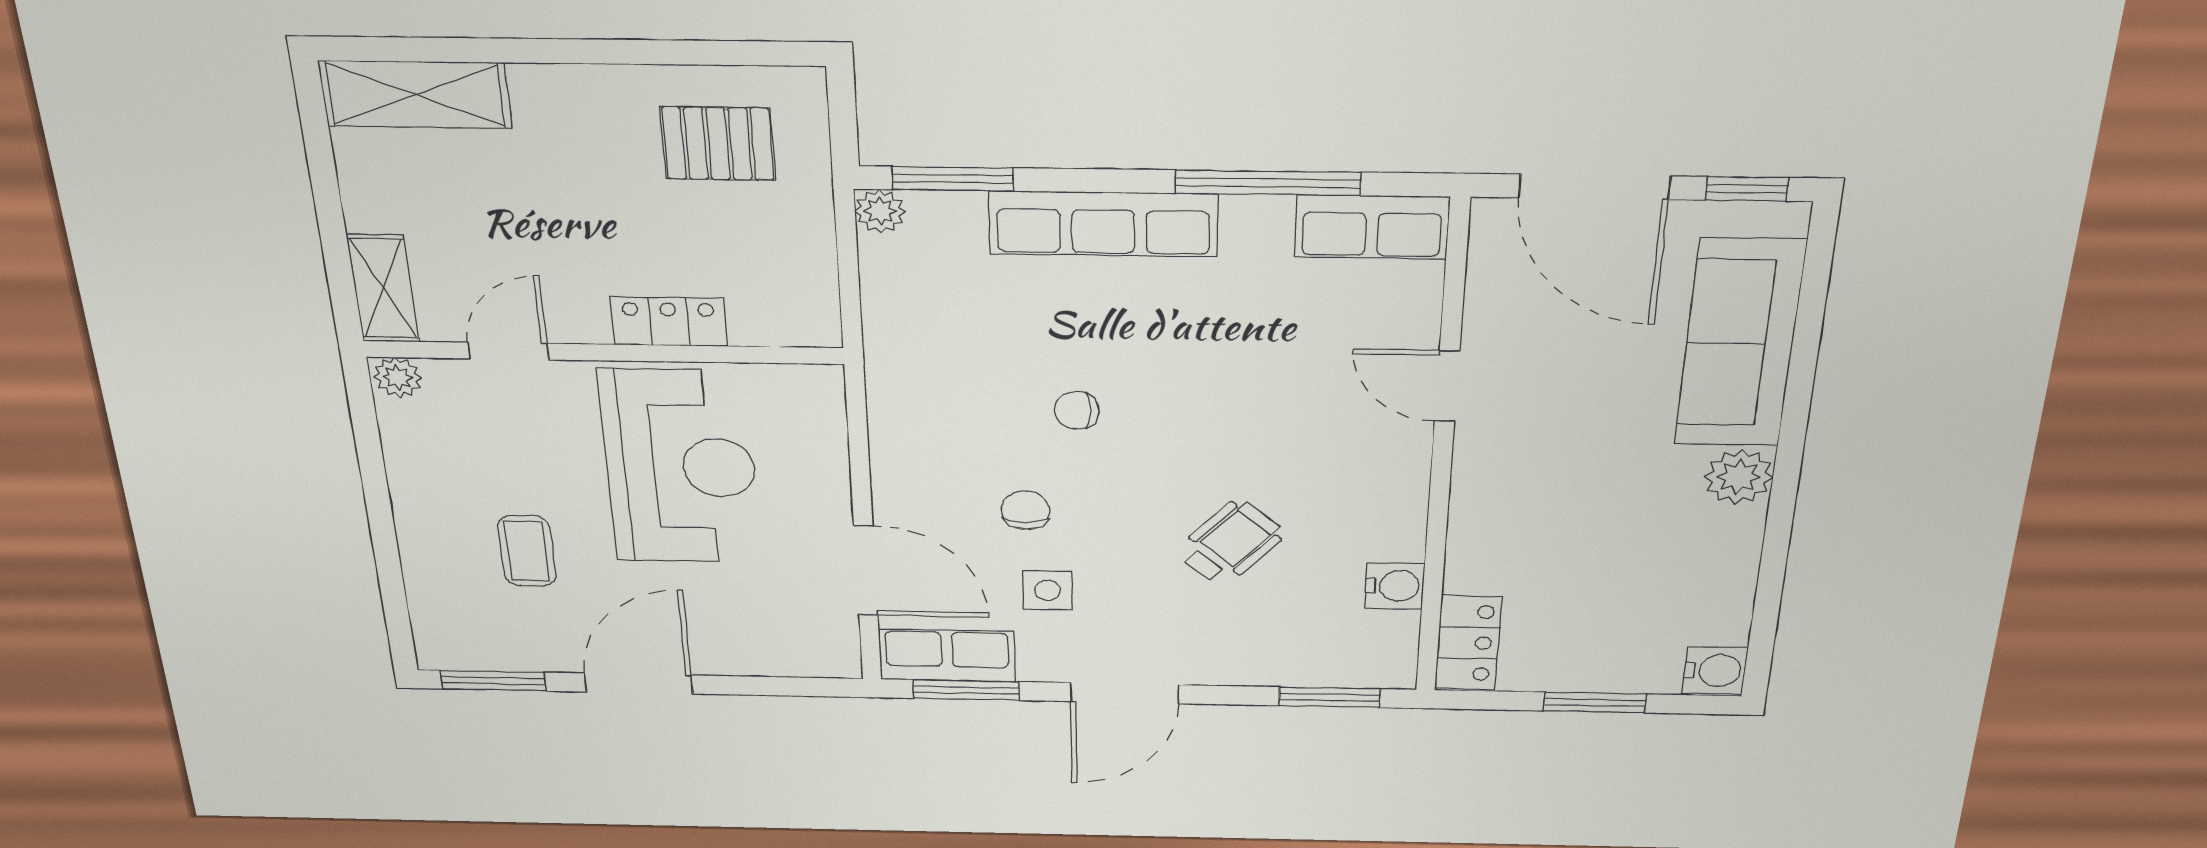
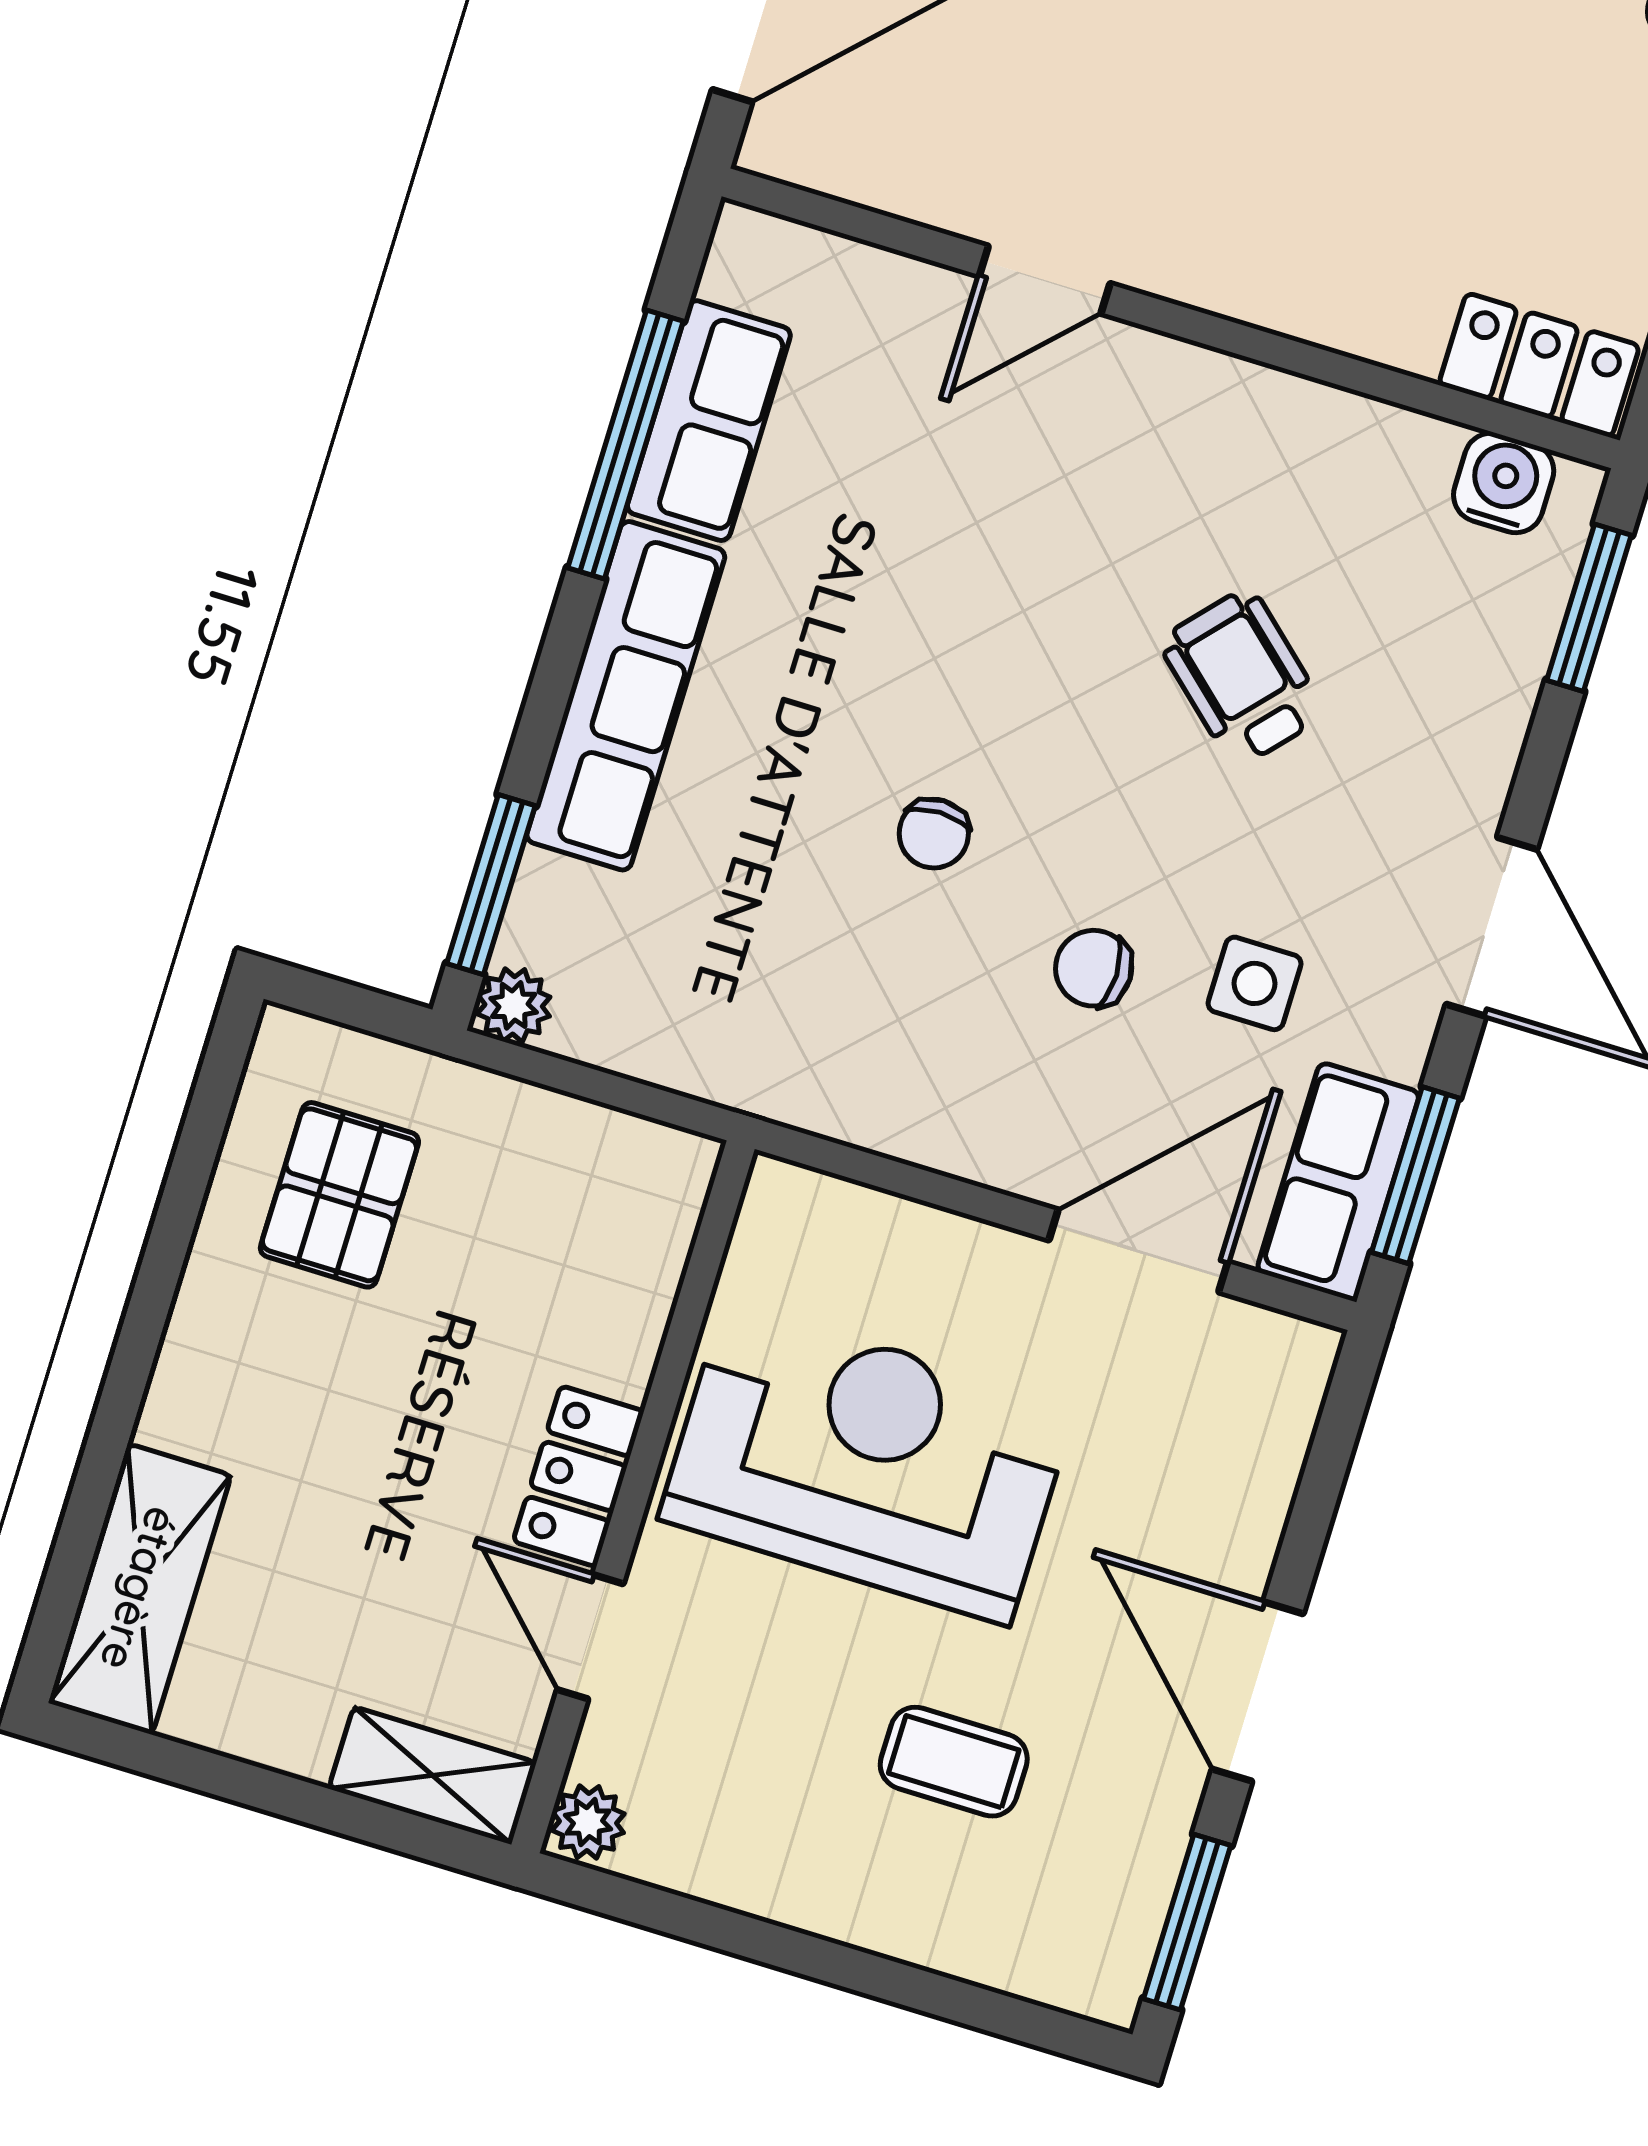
row of seats: (1372, 227) -> (709, 421), moved
locker: (669, 322) -> (579, 1476), moved
water cooler: (1395, 586) -> (1504, 483), moved

